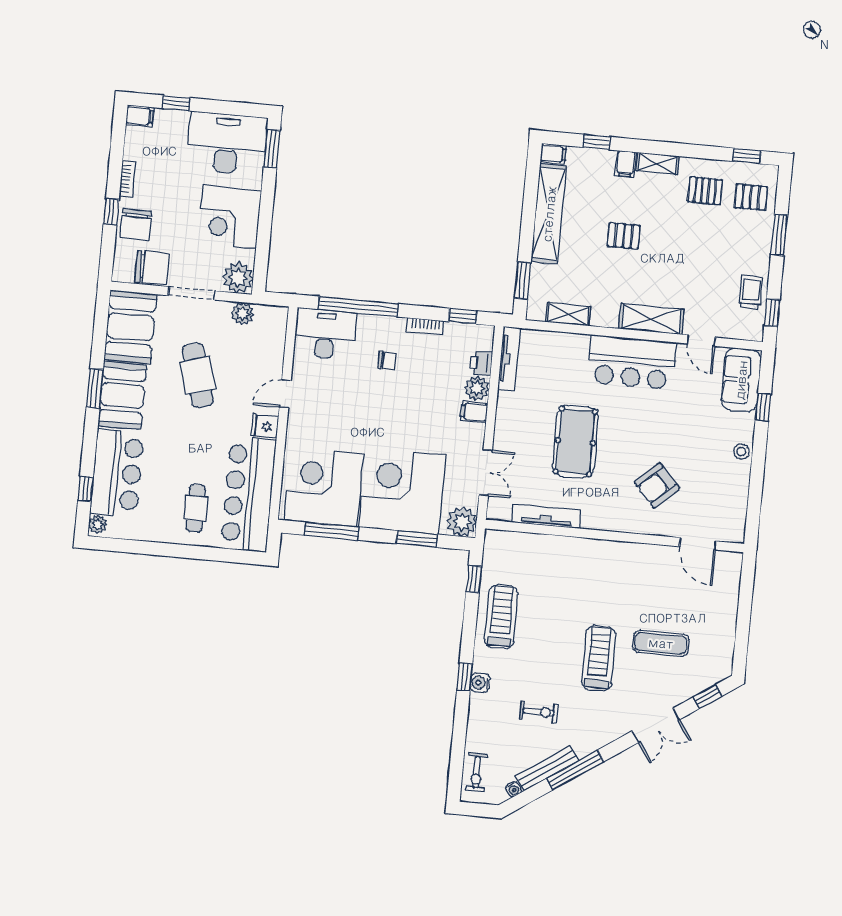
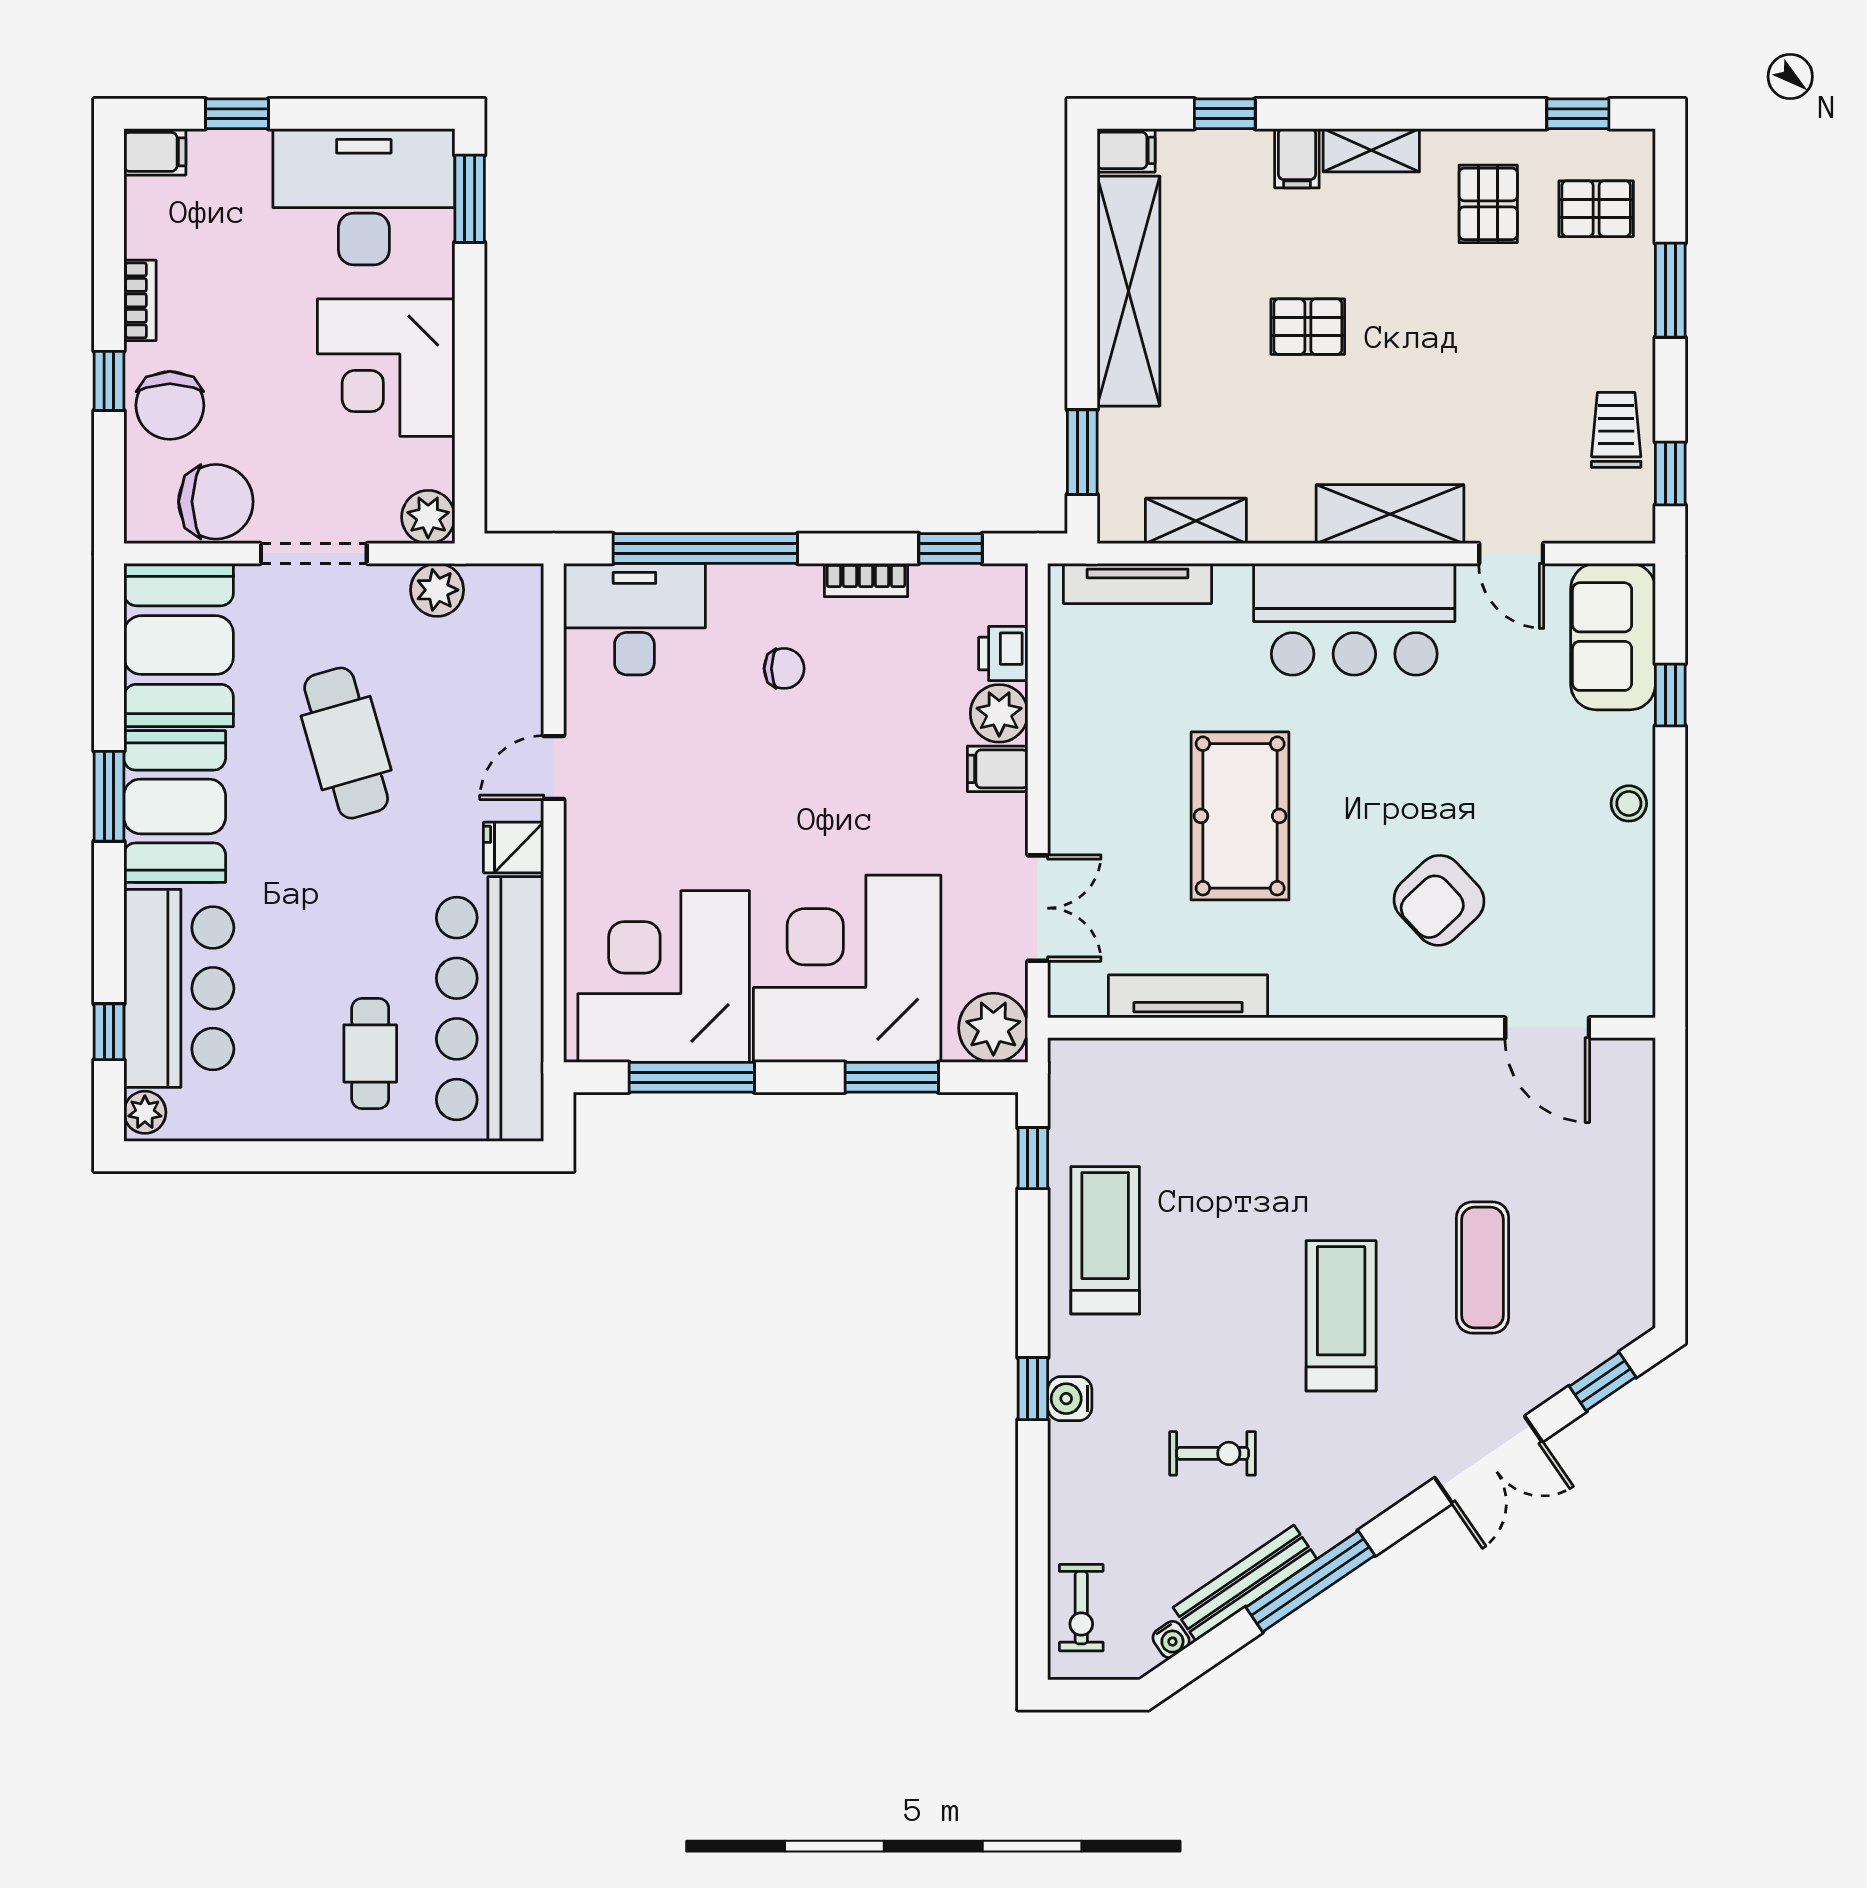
pallet: (705, 191) -> (1488, 204), turned 90
plant: (238, 278) -> (428, 517), width x0.73, depth x0.73
tv unit: (509, 359) -> (1138, 583), moved, turned 90
exercise mat: (661, 643) -> (1483, 1267), turned 90

